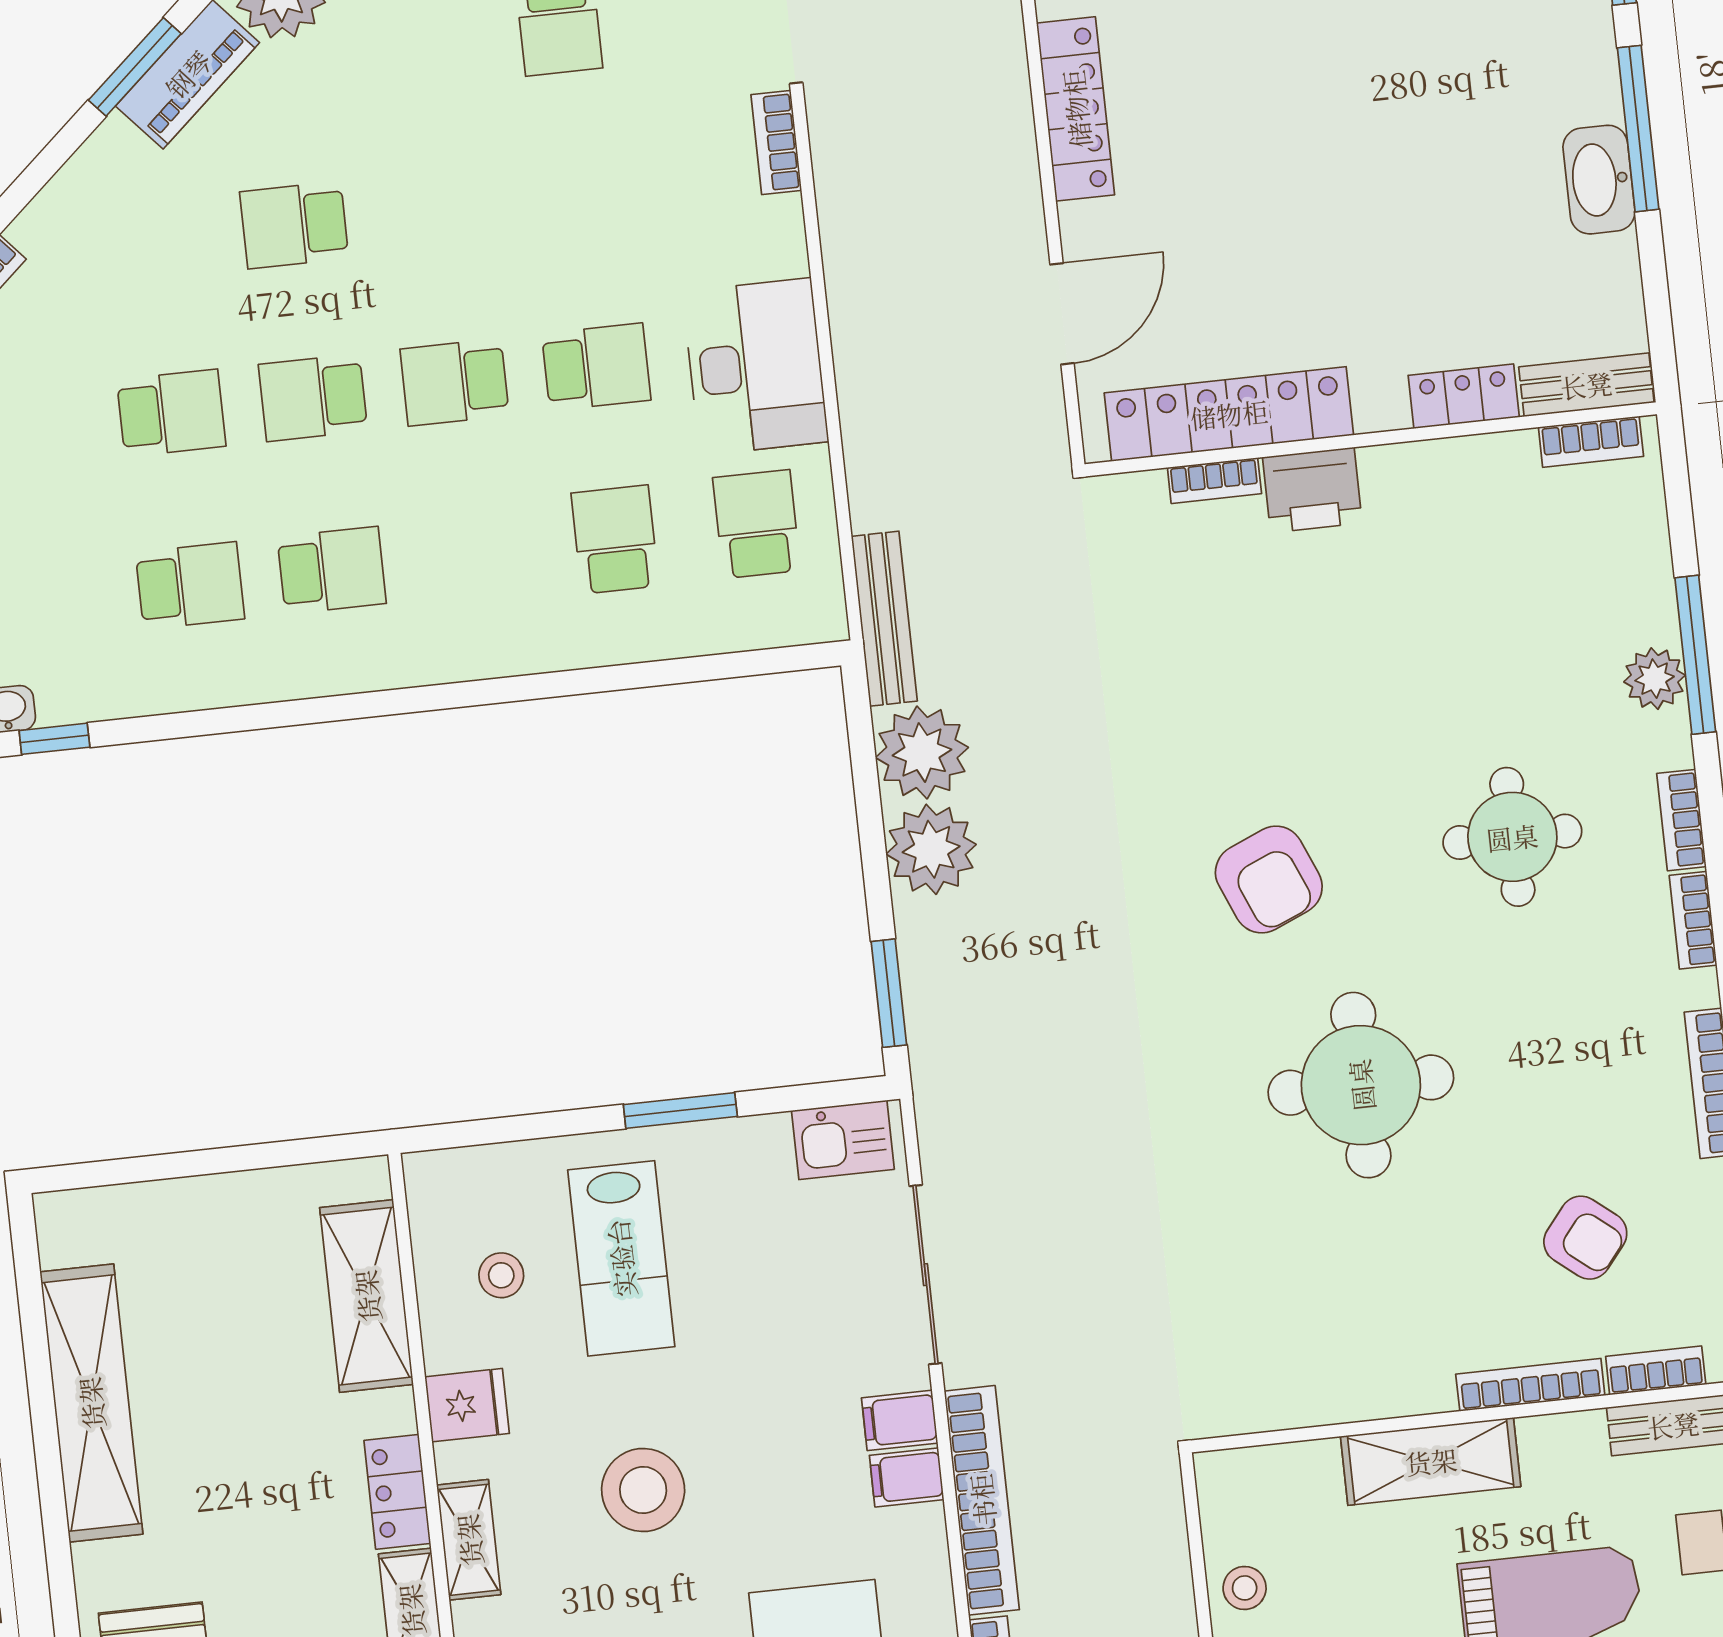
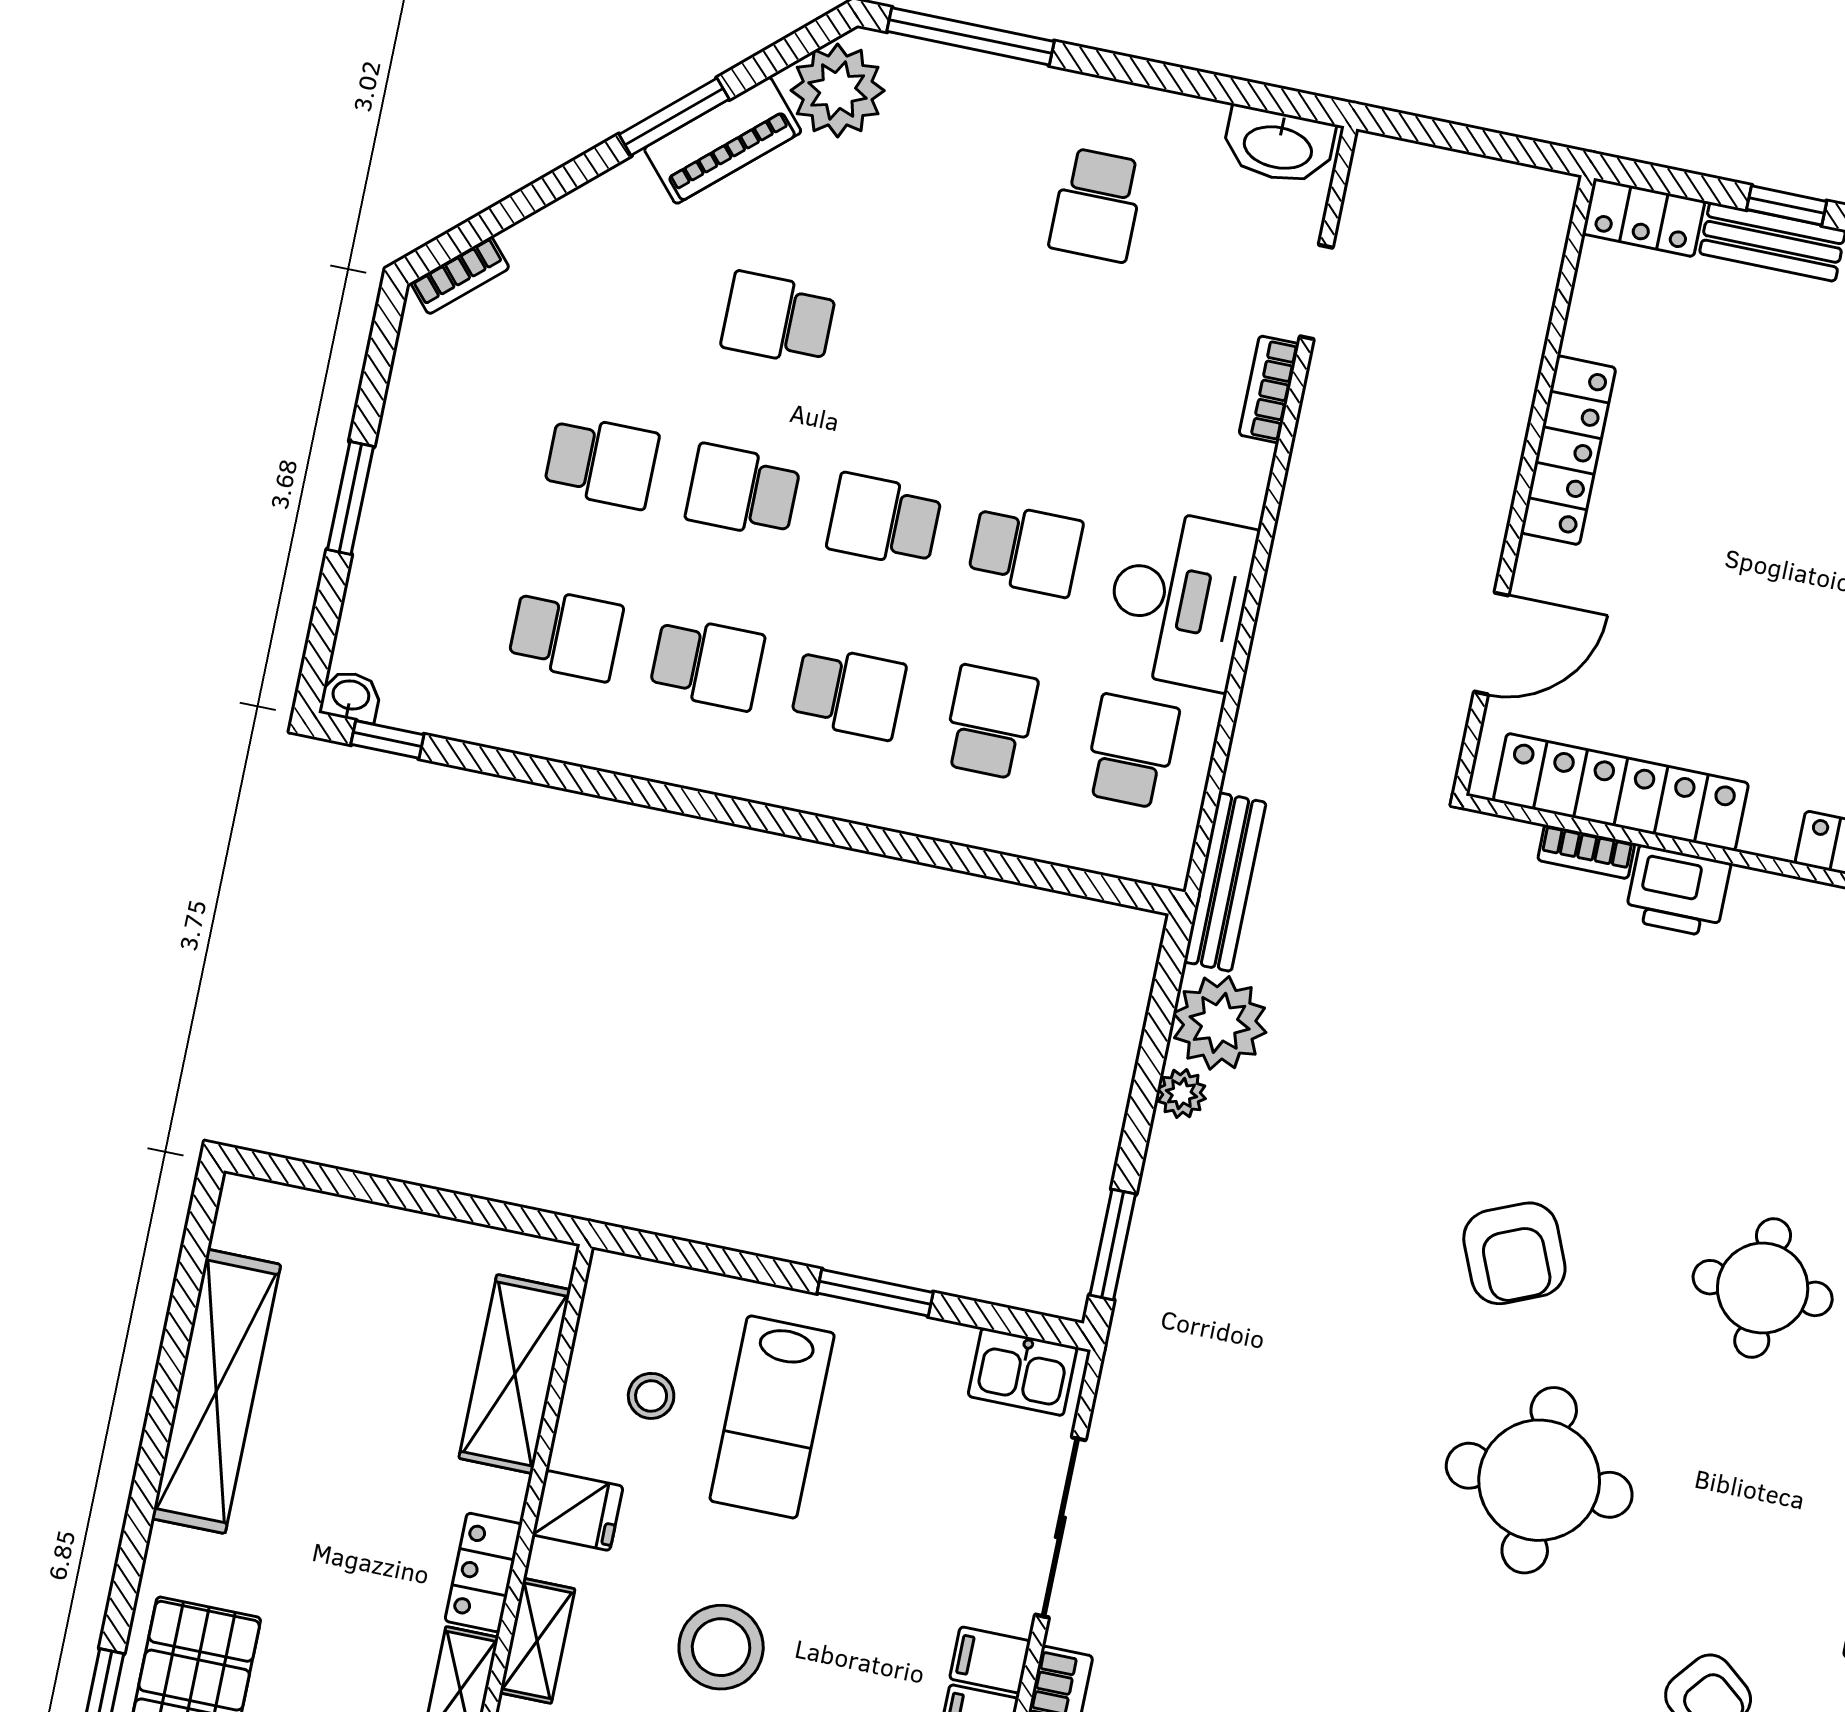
school desk: (473, 555) -> (849, 693), added
plant: (931, 849) -> (1182, 1094), width x0.53, depth x0.53

